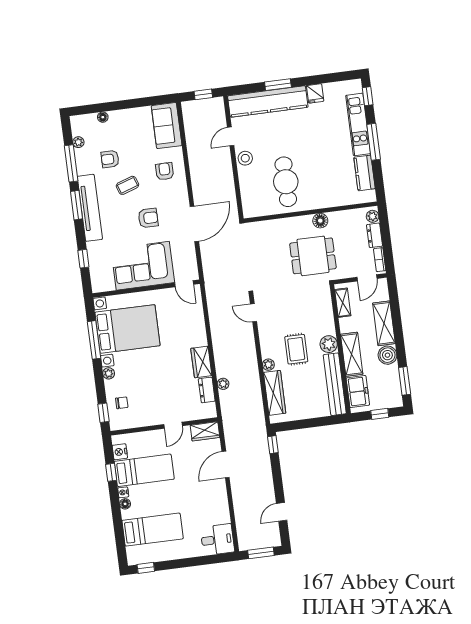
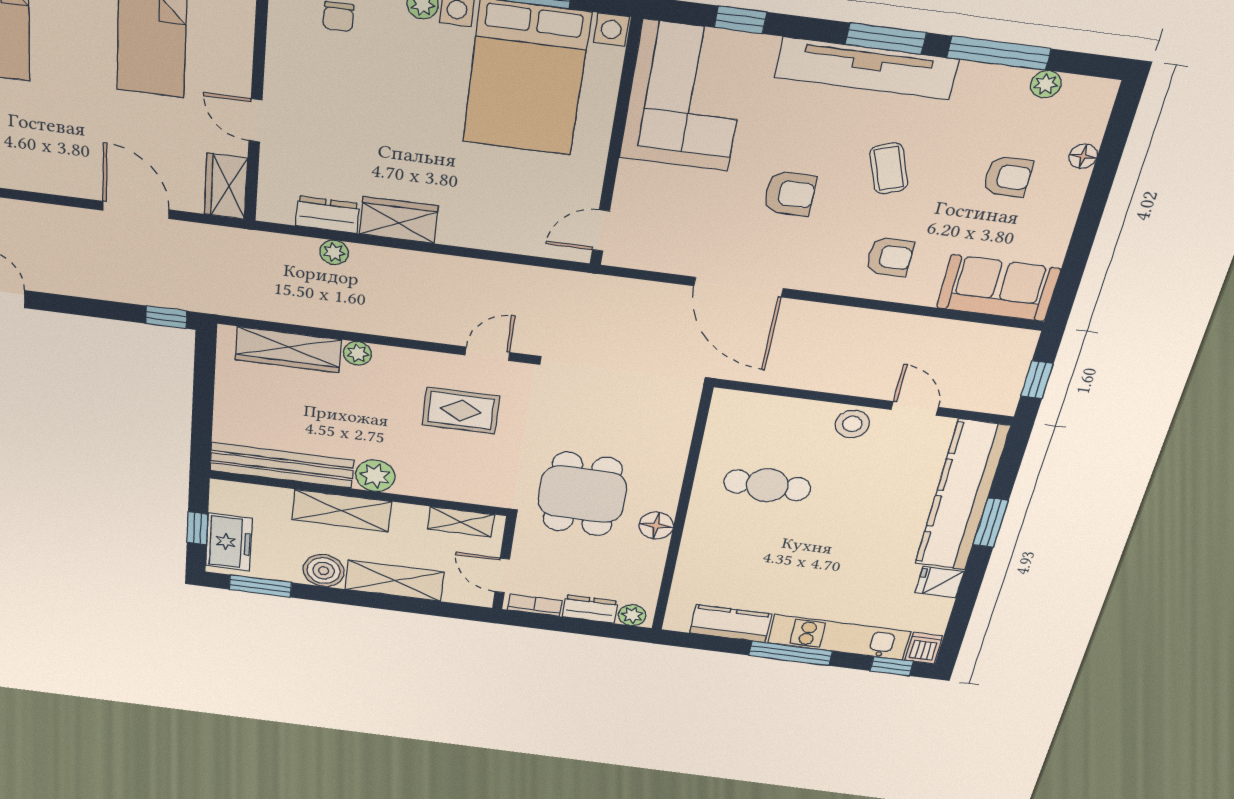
dishwasher: (353, 86) -> (924, 648), added
armchair: (110, 159) -> (1008, 177), moved, turned 90
cafe table: (286, 182) -> (767, 485), width x0.73, depth x0.74
armchair: (148, 218) -> (790, 194), turned -90
corner sofa: (143, 266) -> (686, 96), moved
rug: (296, 349) -> (461, 411), moved
freezer: (358, 391) -> (229, 542), moved, turned -90

